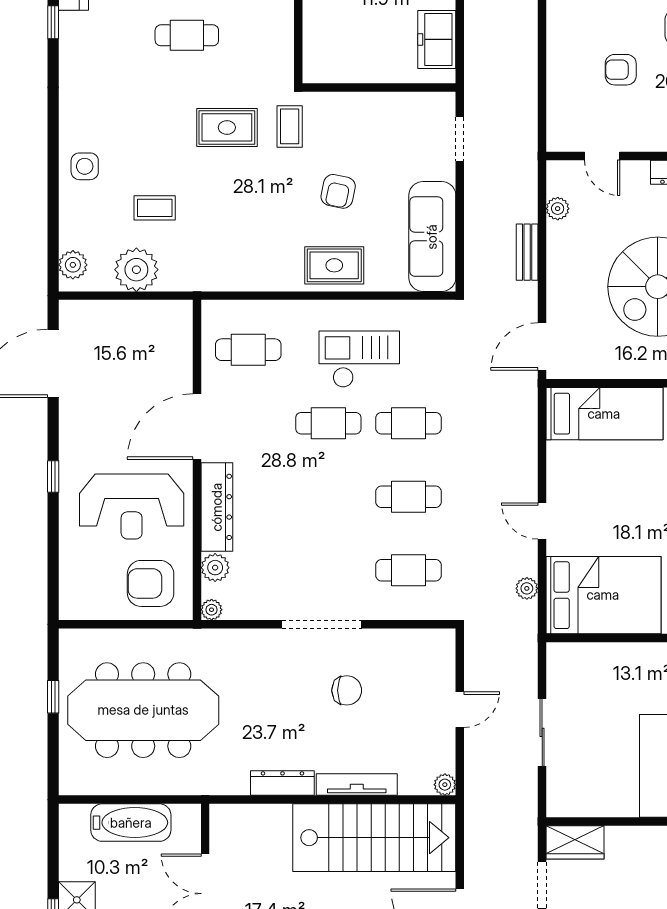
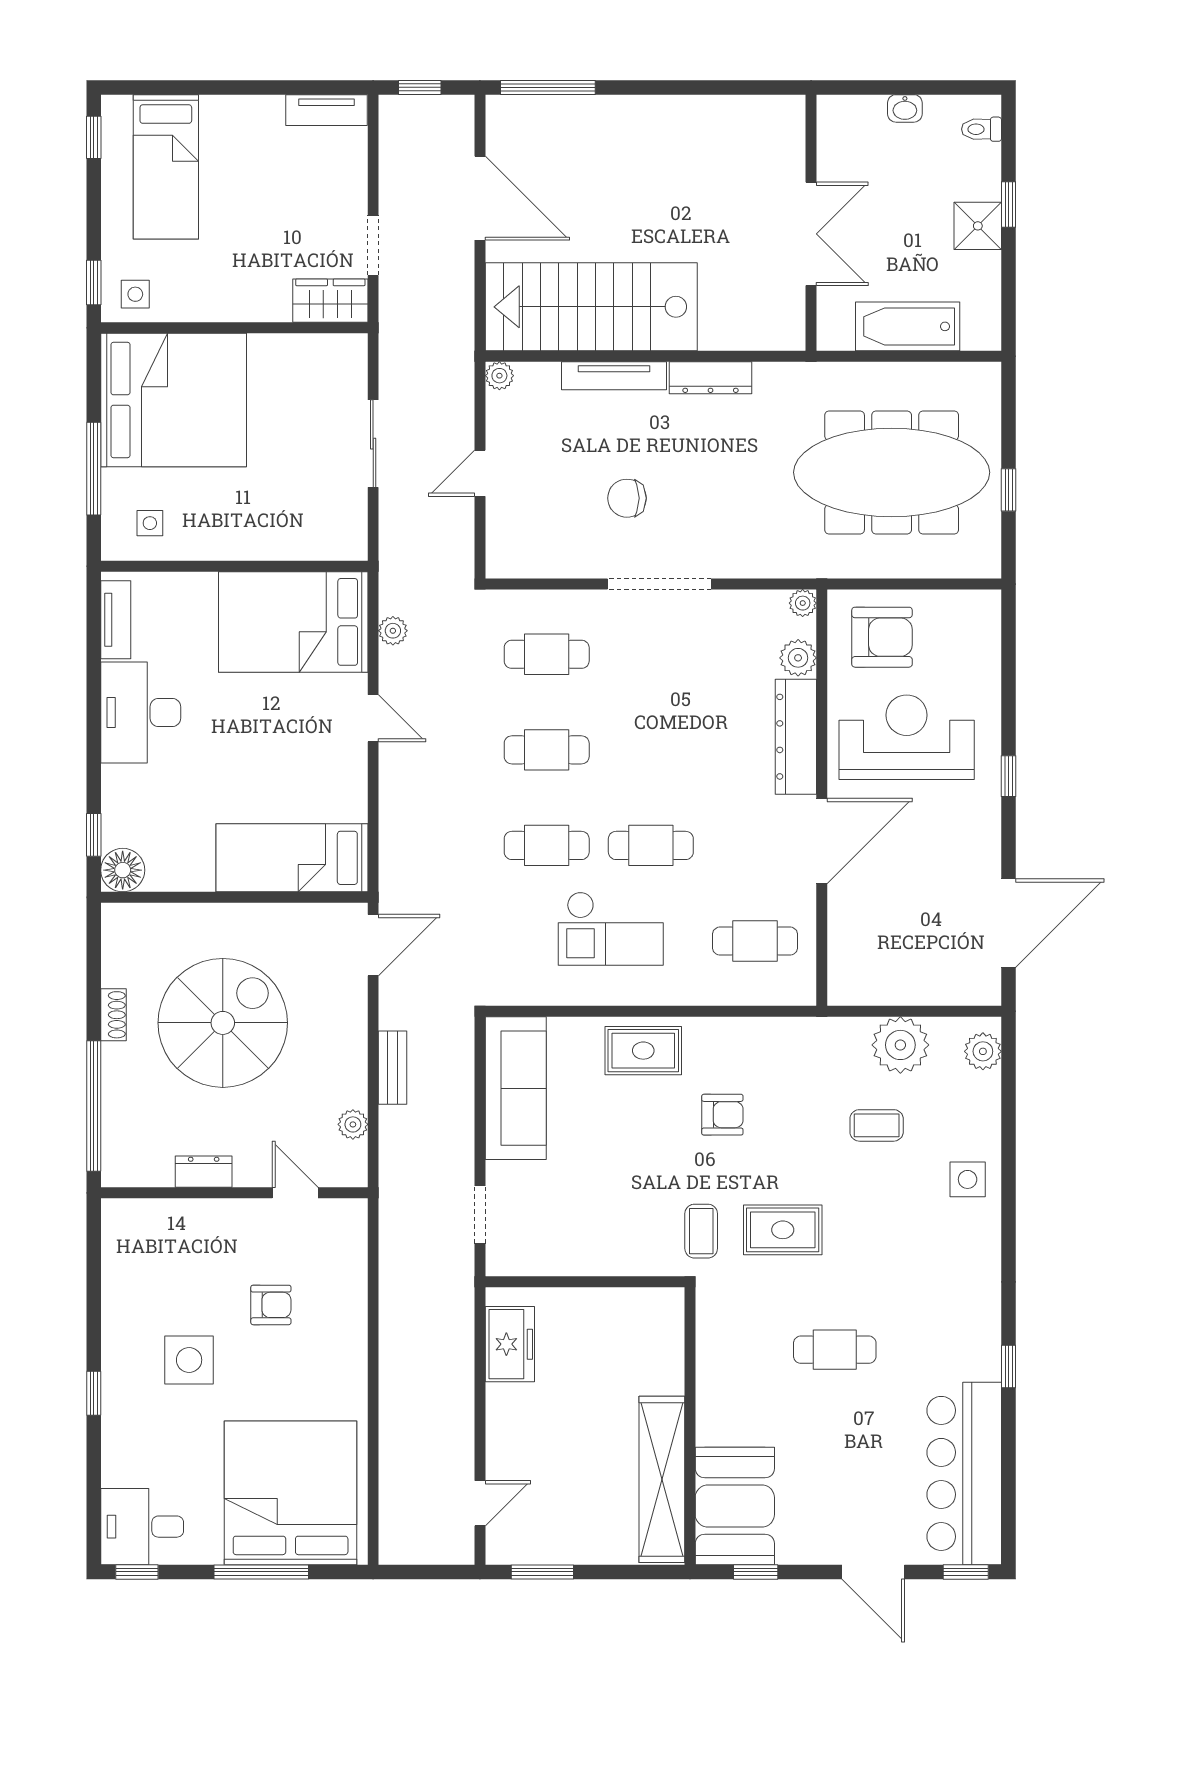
armchair: (338, 191) -> (722, 1115), moved, turned 78

